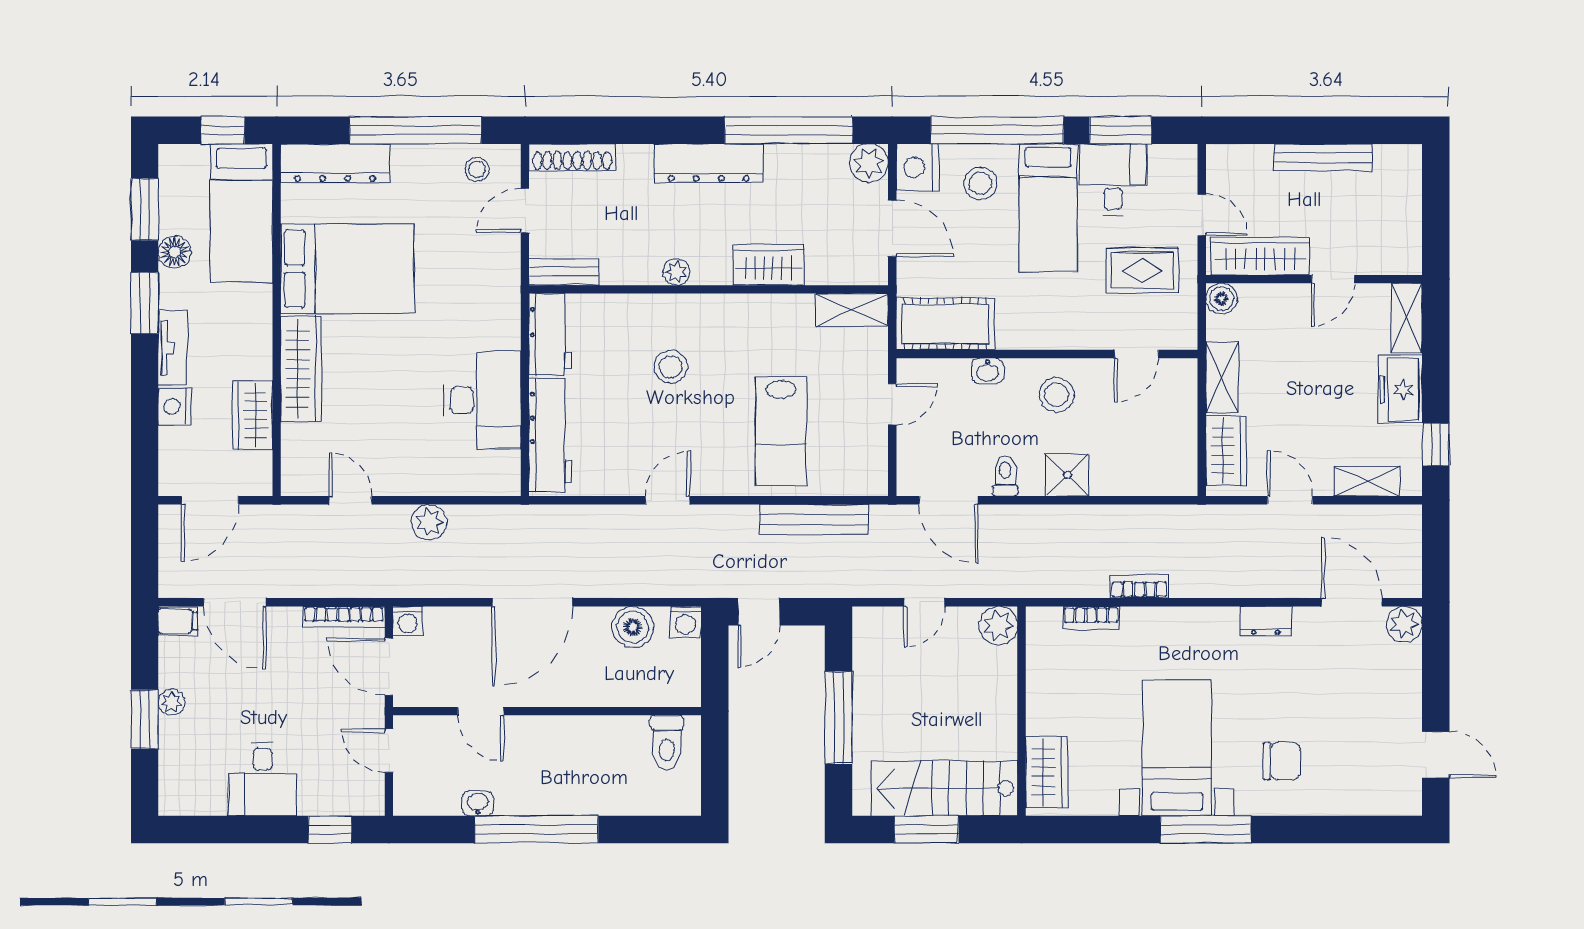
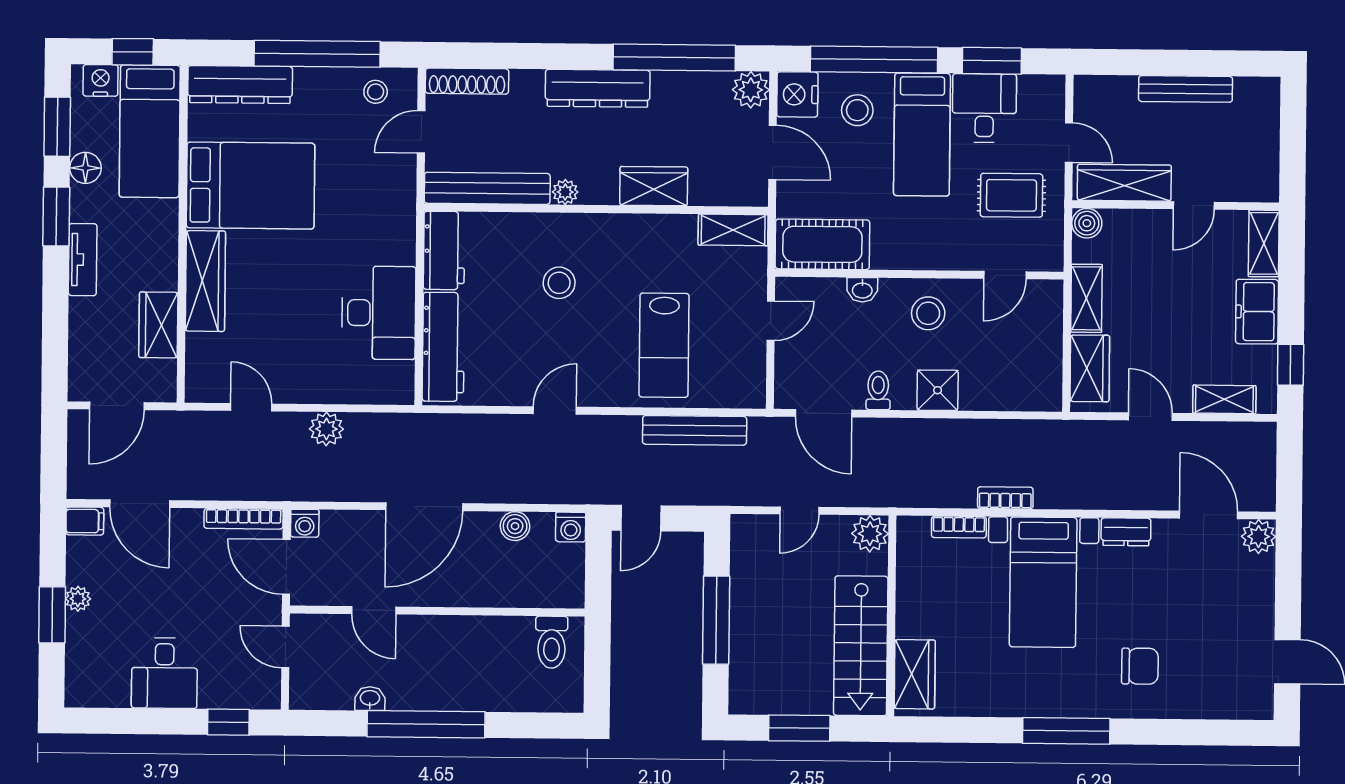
bench: (564, 272) -> (487, 188), width x1.86, depth x1.21
nightstand: (175, 406) -> (101, 80), moved, turned 90
boiler: (633, 627) -> (515, 526), width x0.73, depth x0.73
bed with nightstands: (1177, 748) -> (1043, 582), moved, turned 180
stairs: (944, 788) -> (861, 646), moved, turned -90

